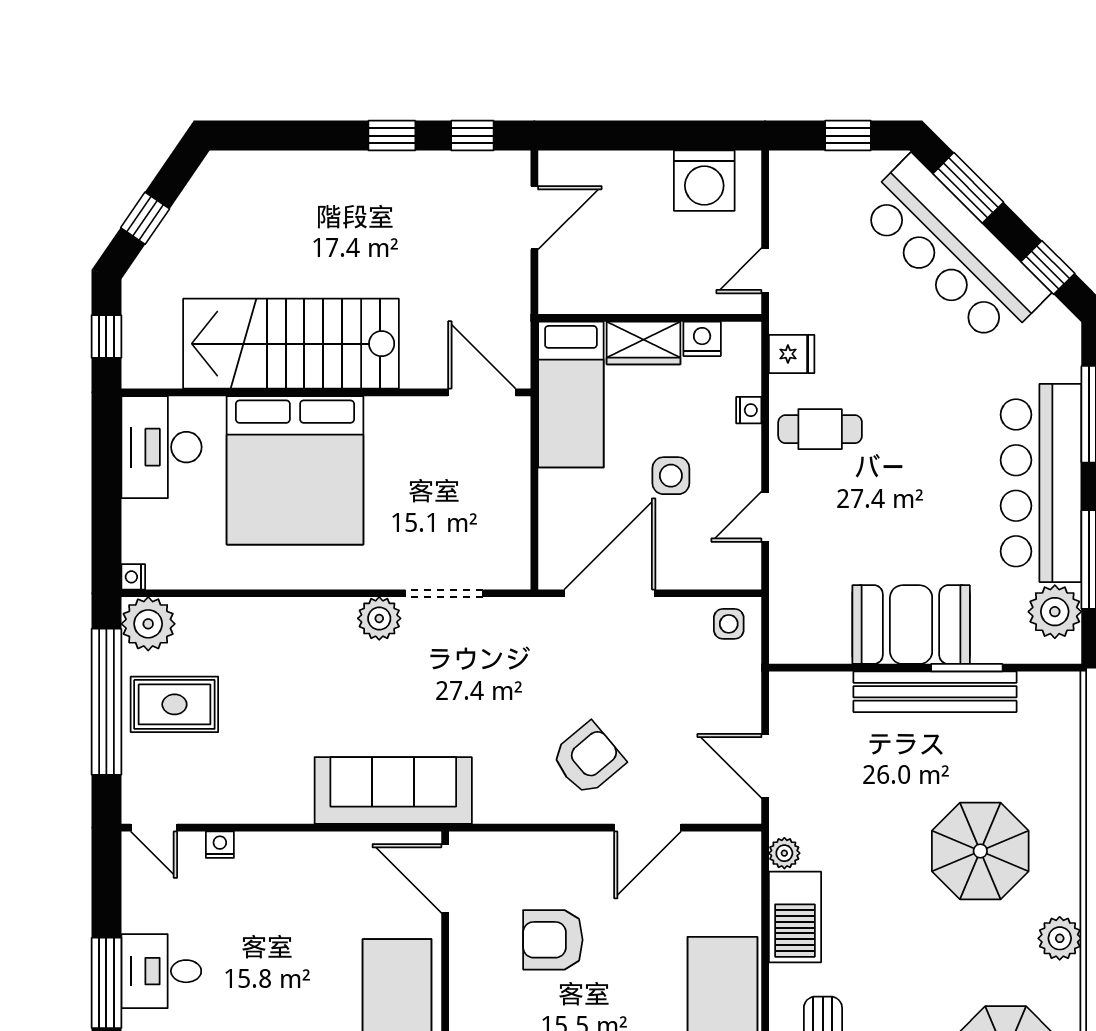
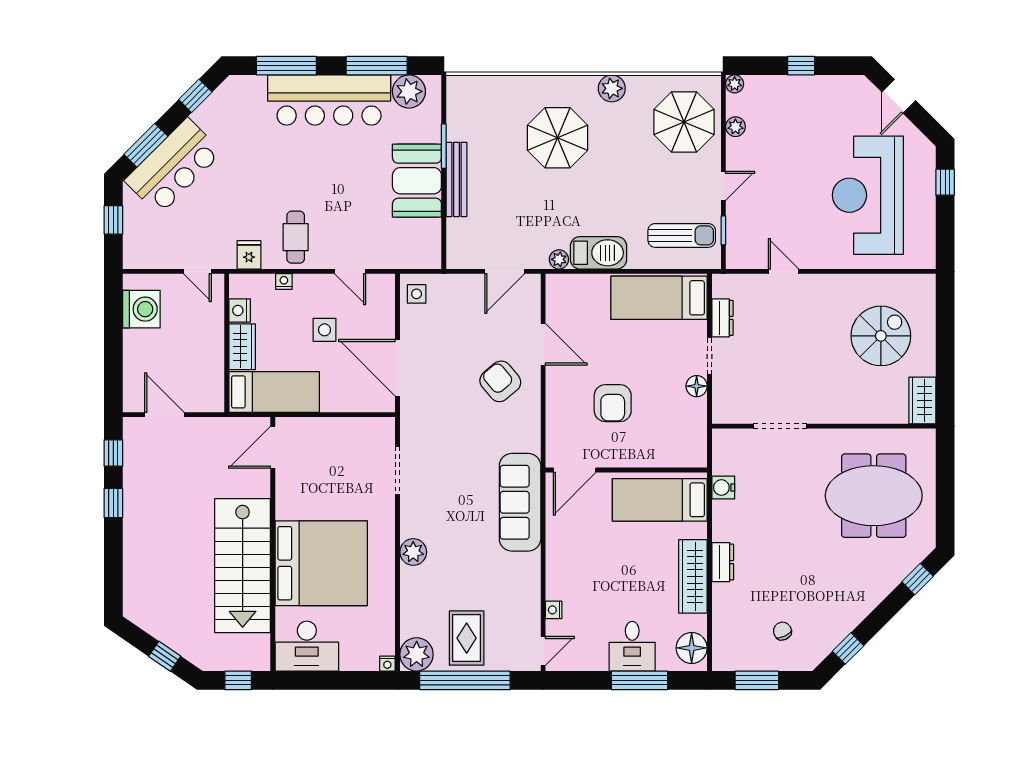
bar counter: (953, 251) -> (173, 166), width x0.73
plant: (379, 618) -> (413, 552), moved
bench: (935, 692) -> (456, 179), width x0.73, depth x0.82

